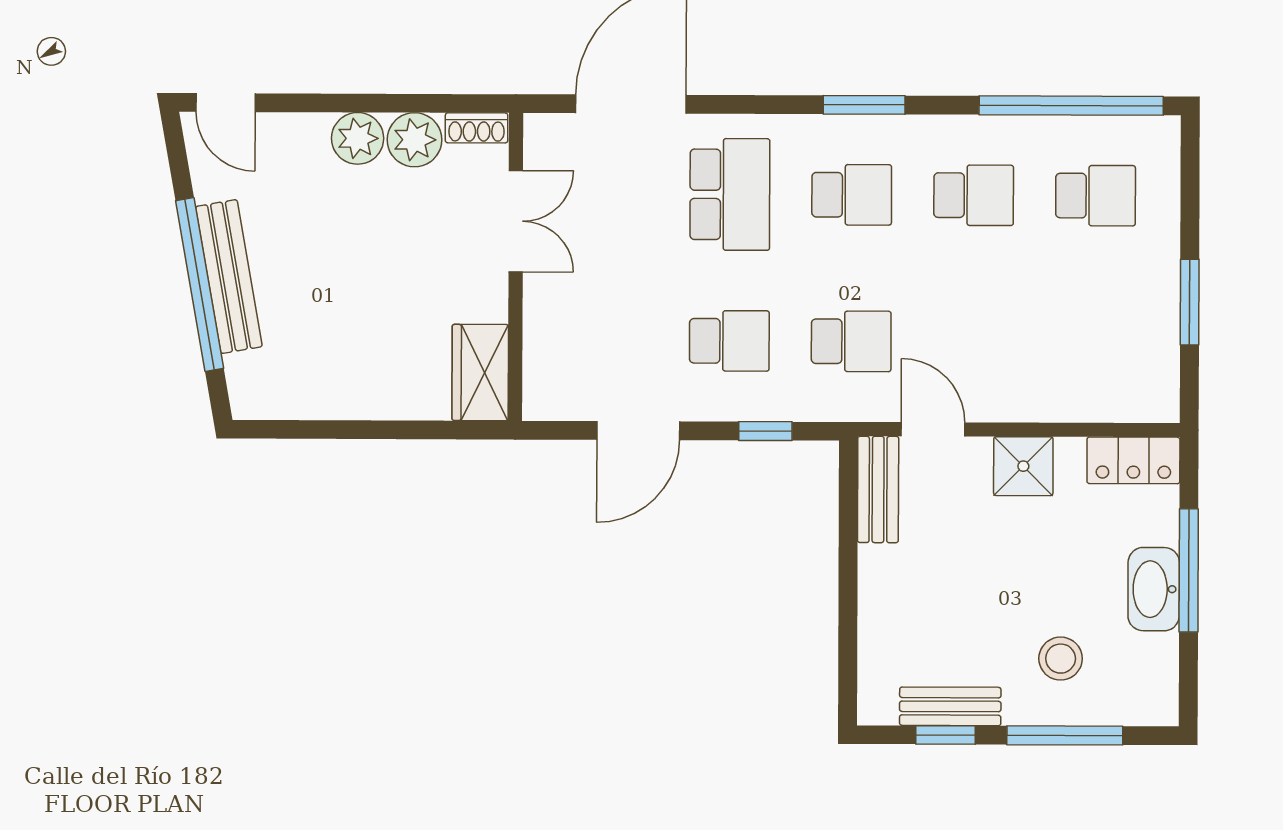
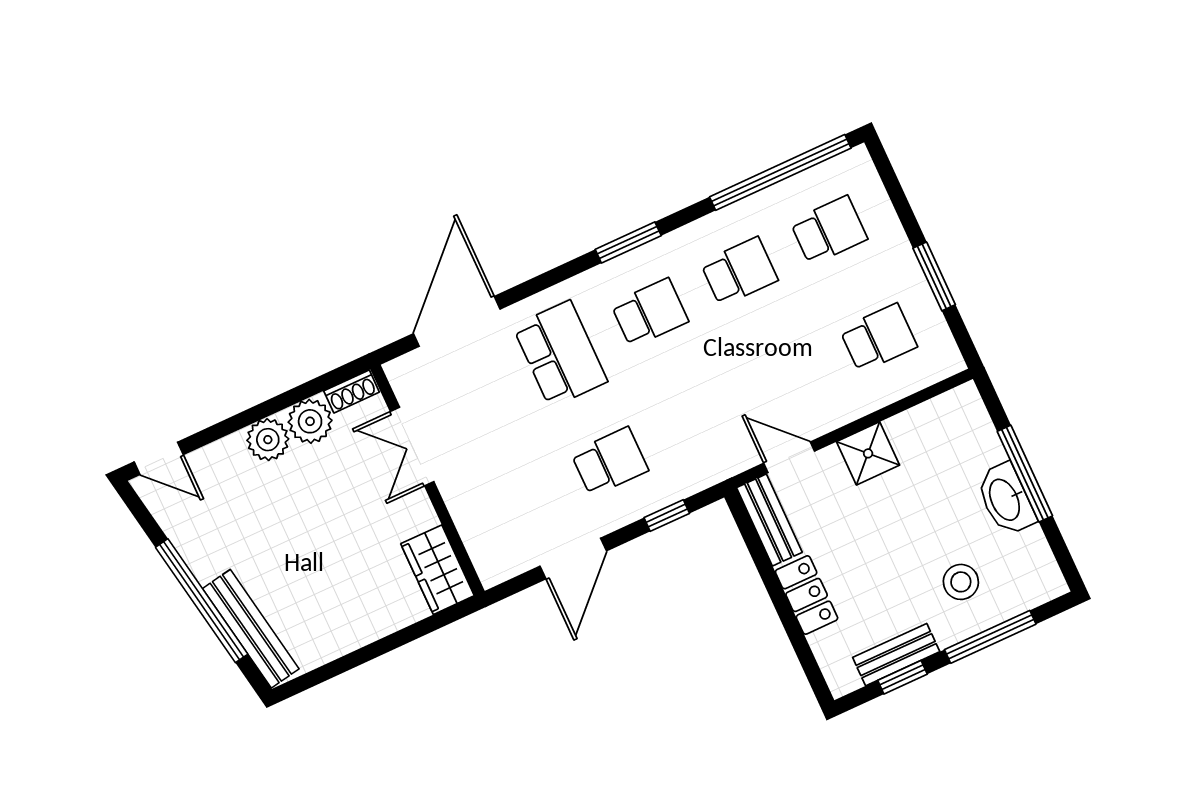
double door: (516, 221) -> (412, 447), swing flipped
bench: (229, 277) -> (251, 629), moved
school desk: (851, 341) -> (878, 338), moved
locker: (1133, 460) -> (807, 595), moved, turned -90

